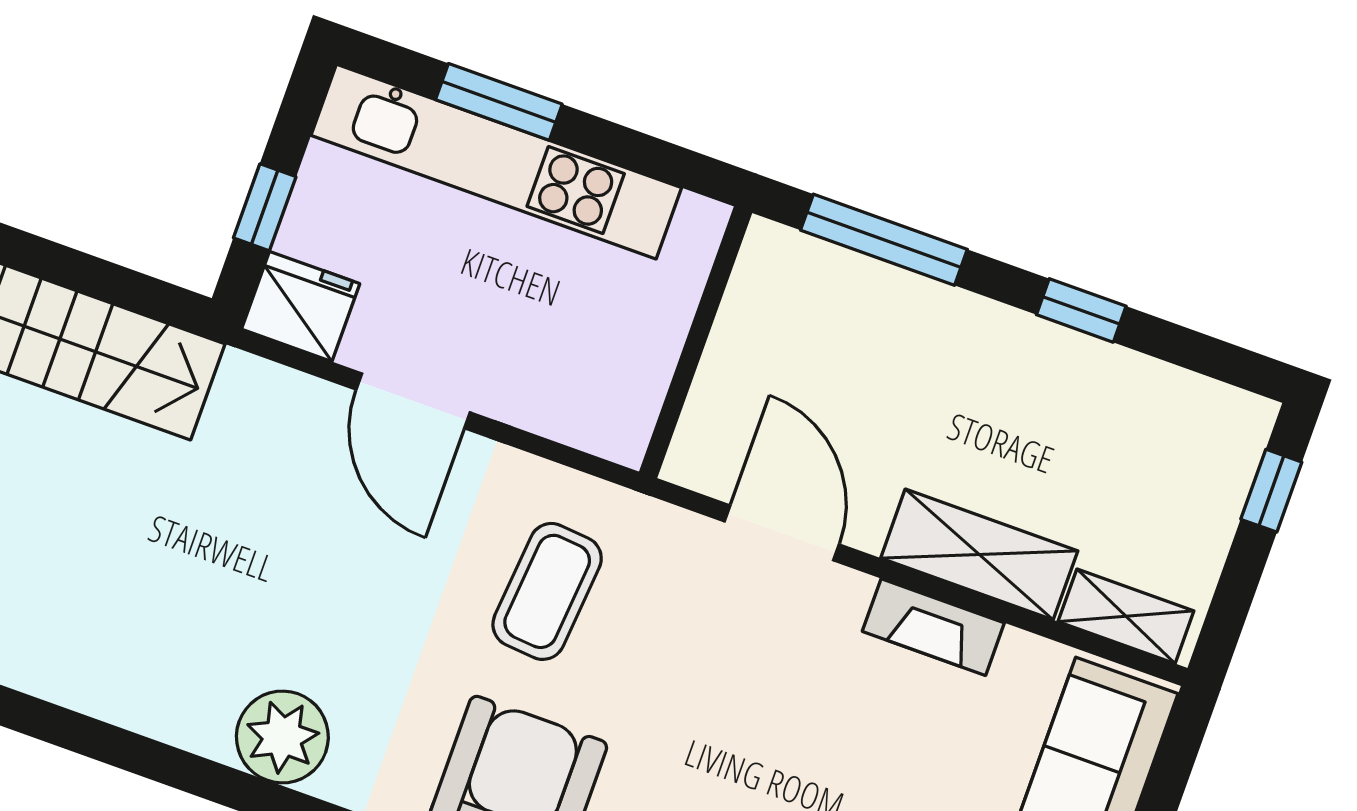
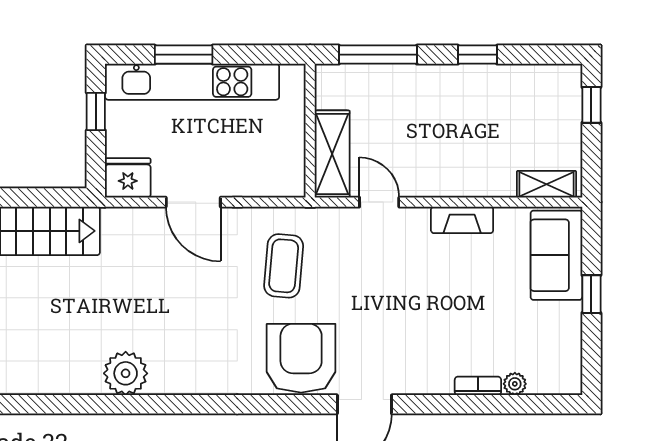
window: (265, 207) -> (96, 112), moved
door: (782, 533) -> (379, 202), width x0.73
shelving: (979, 554) -> (332, 154), moved, turned 90
plant: (282, 737) -> (126, 373), moved

